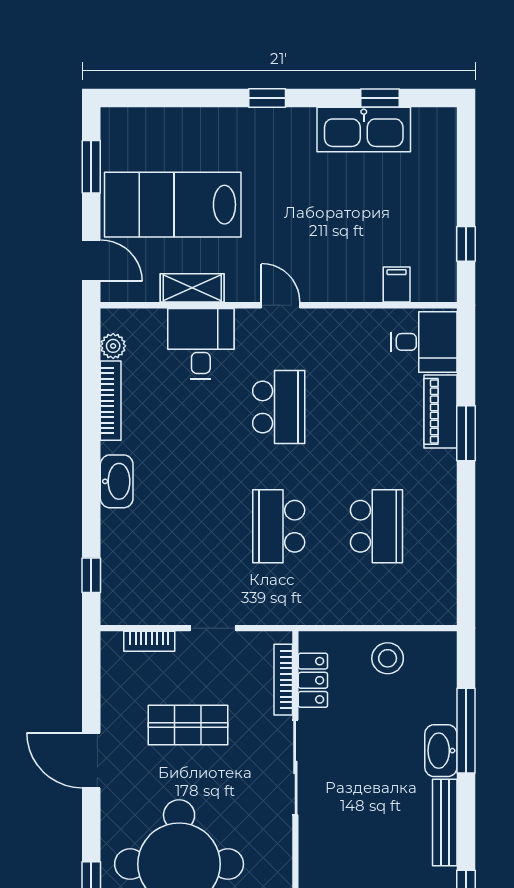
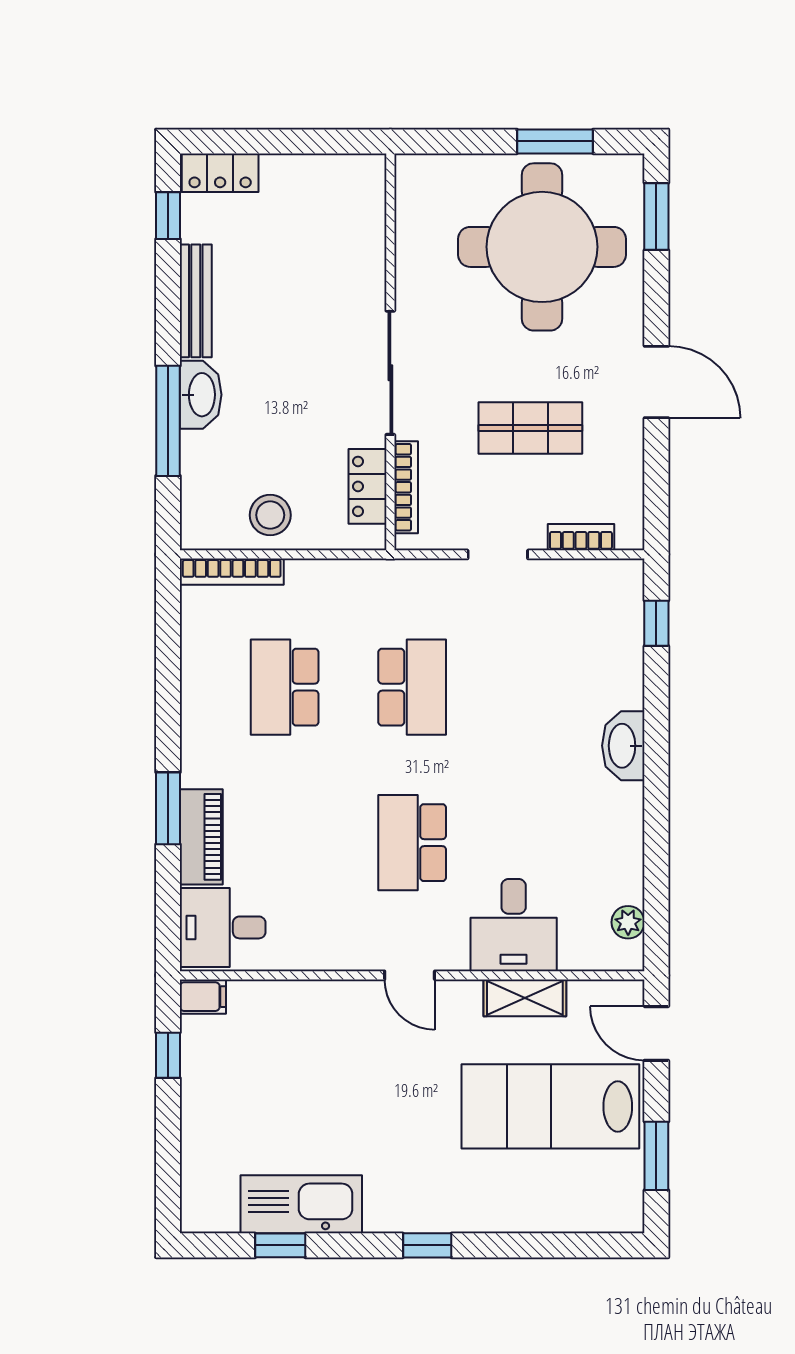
lab bench: (173, 205) -> (550, 1106), turned 180
filing cabinet: (397, 284) -> (203, 997), moved, turned -90
bookcase: (111, 401) -> (232, 572), moved, turned -90

